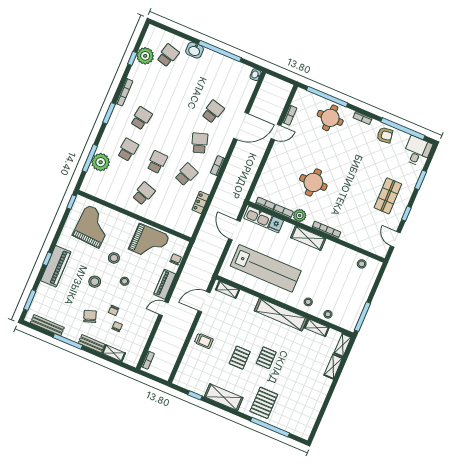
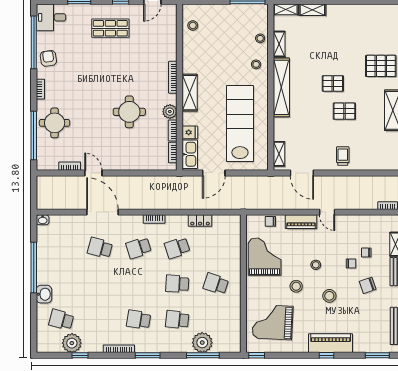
school desk: (186, 174) -> (177, 248), turned -39

